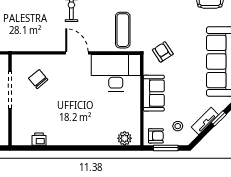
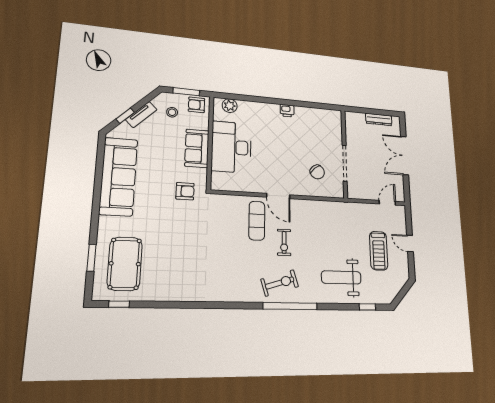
exercise mat: (123, 30) -> (257, 221), moved
armchair: (163, 52) -> (185, 191), turned -57
desk: (116, 73) -> (231, 147), moved, turned 90
printer: (39, 139) -> (287, 111), moved

